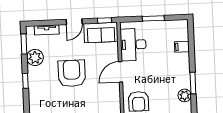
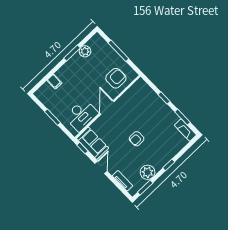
door: (74, 22) -> (101, 167), hinge flipped
door: (121, 72) -> (107, 107), swing flipped
armchair: (72, 73) -> (137, 139), width x0.53, depth x0.53

